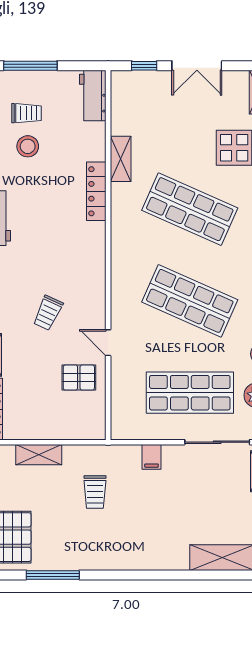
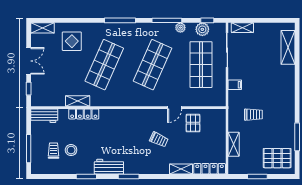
locker: (96, 191) -> (84, 114), moved

